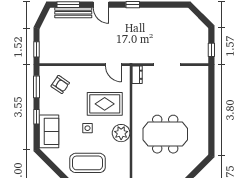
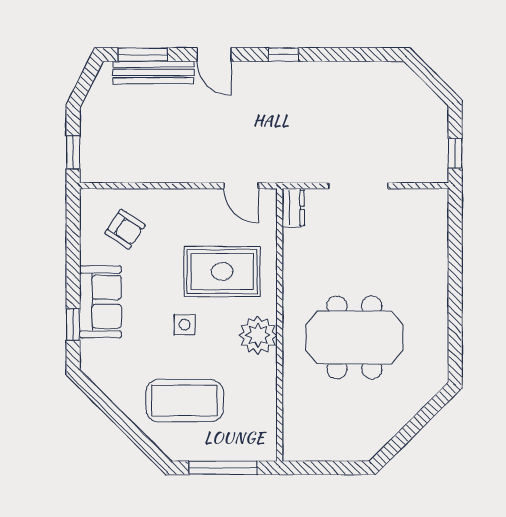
window: (36, 87) -> (73, 234), removed
window: (36, 117) -> (73, 324), moved
sofa: (49, 131) -> (100, 302), moved

